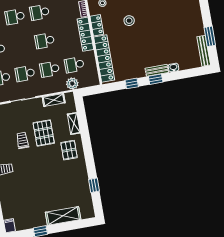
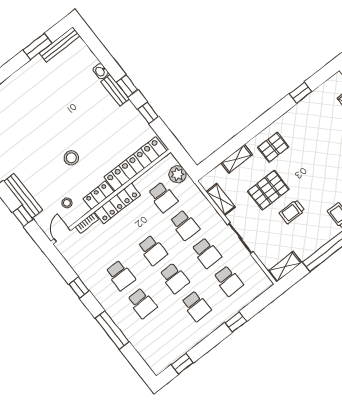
school desk: (20, 45) -> (174, 278), added
plant: (72, 84) -> (178, 174), moved

